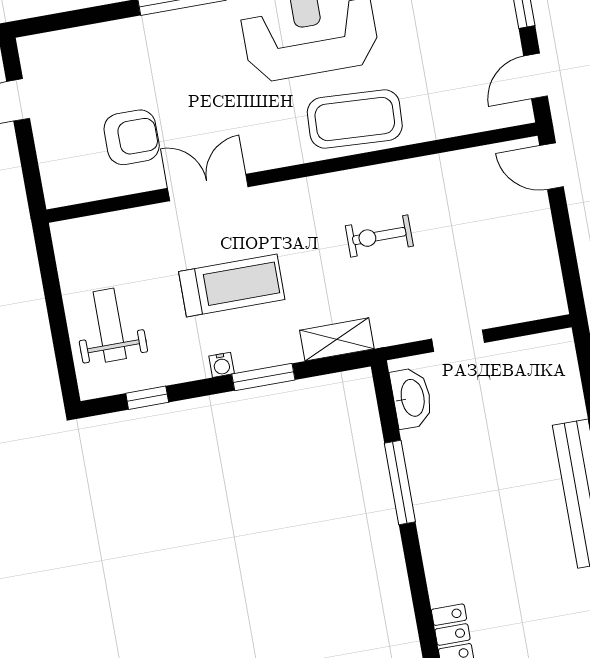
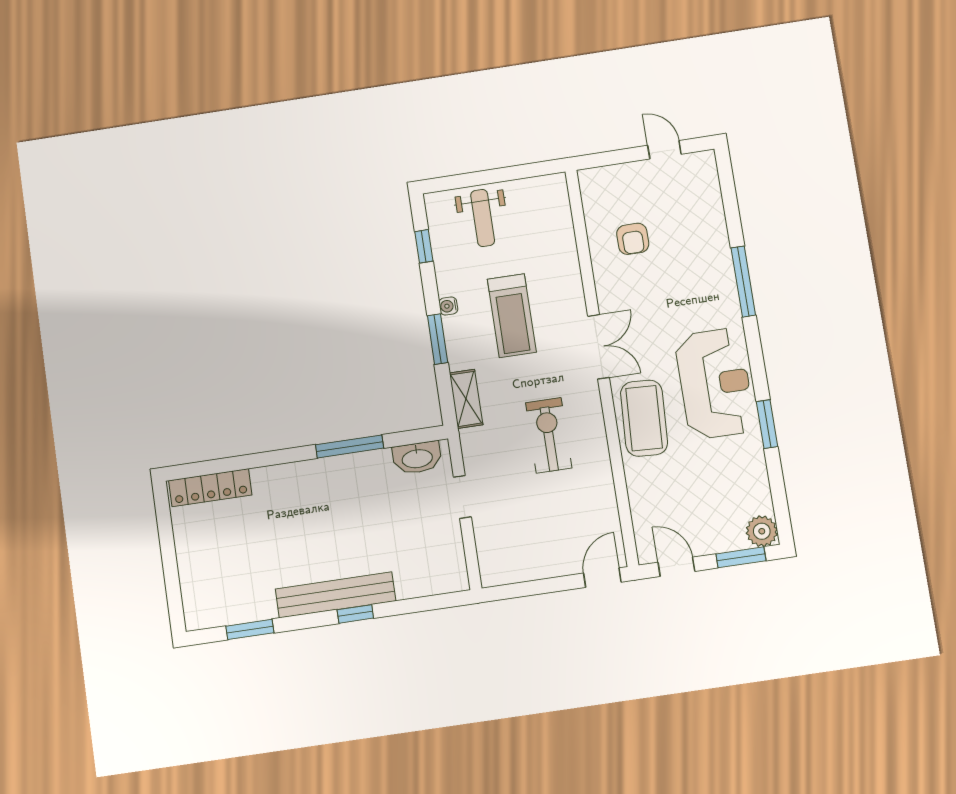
armchair: (132, 137) -> (633, 239), width x0.72, depth x0.72
double door: (208, 188) -> (599, 347), moved
exercise bike: (379, 236) -> (549, 435), width x1.38, depth x1.39
weight bench: (110, 325) -> (483, 218), turned 90

